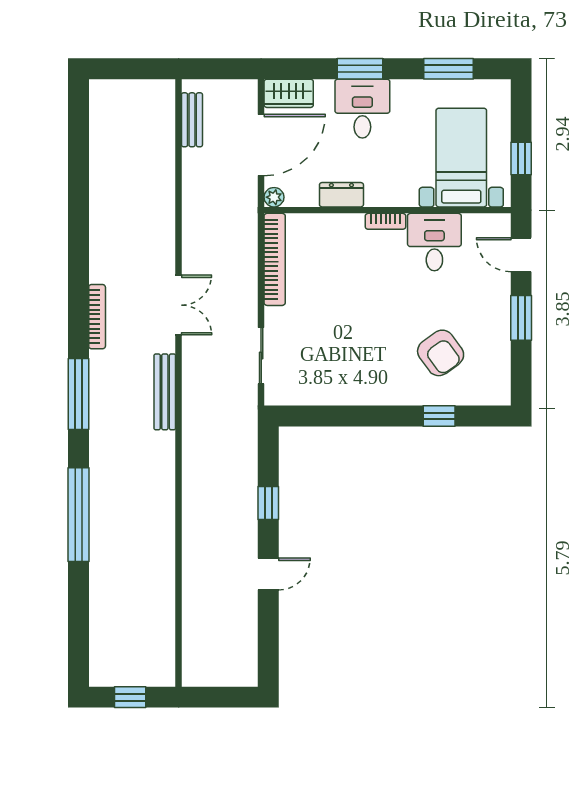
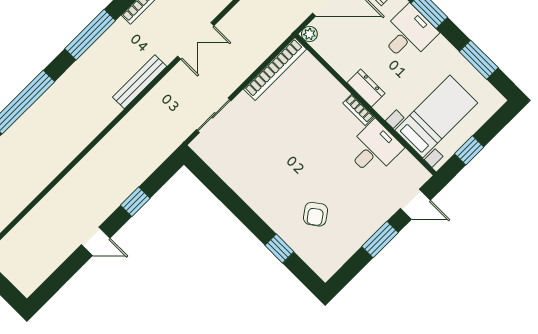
dresser: (341, 195) -> (366, 88), moved
door: (521, 255) -> (415, 204), swing flipped
armchair: (441, 353) -> (315, 214), width x0.72, depth x0.72

